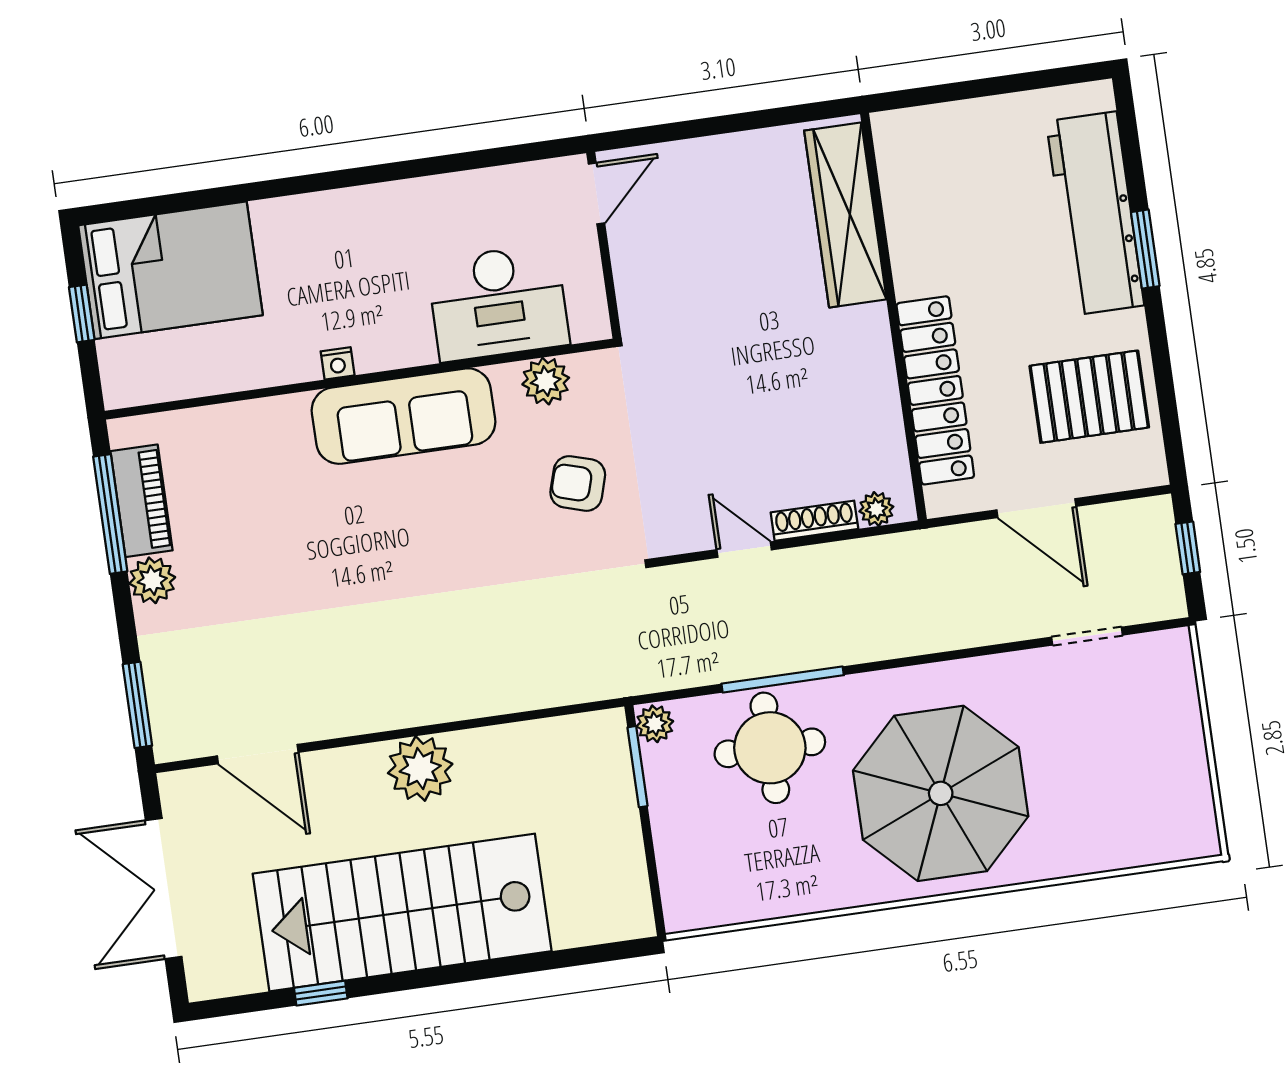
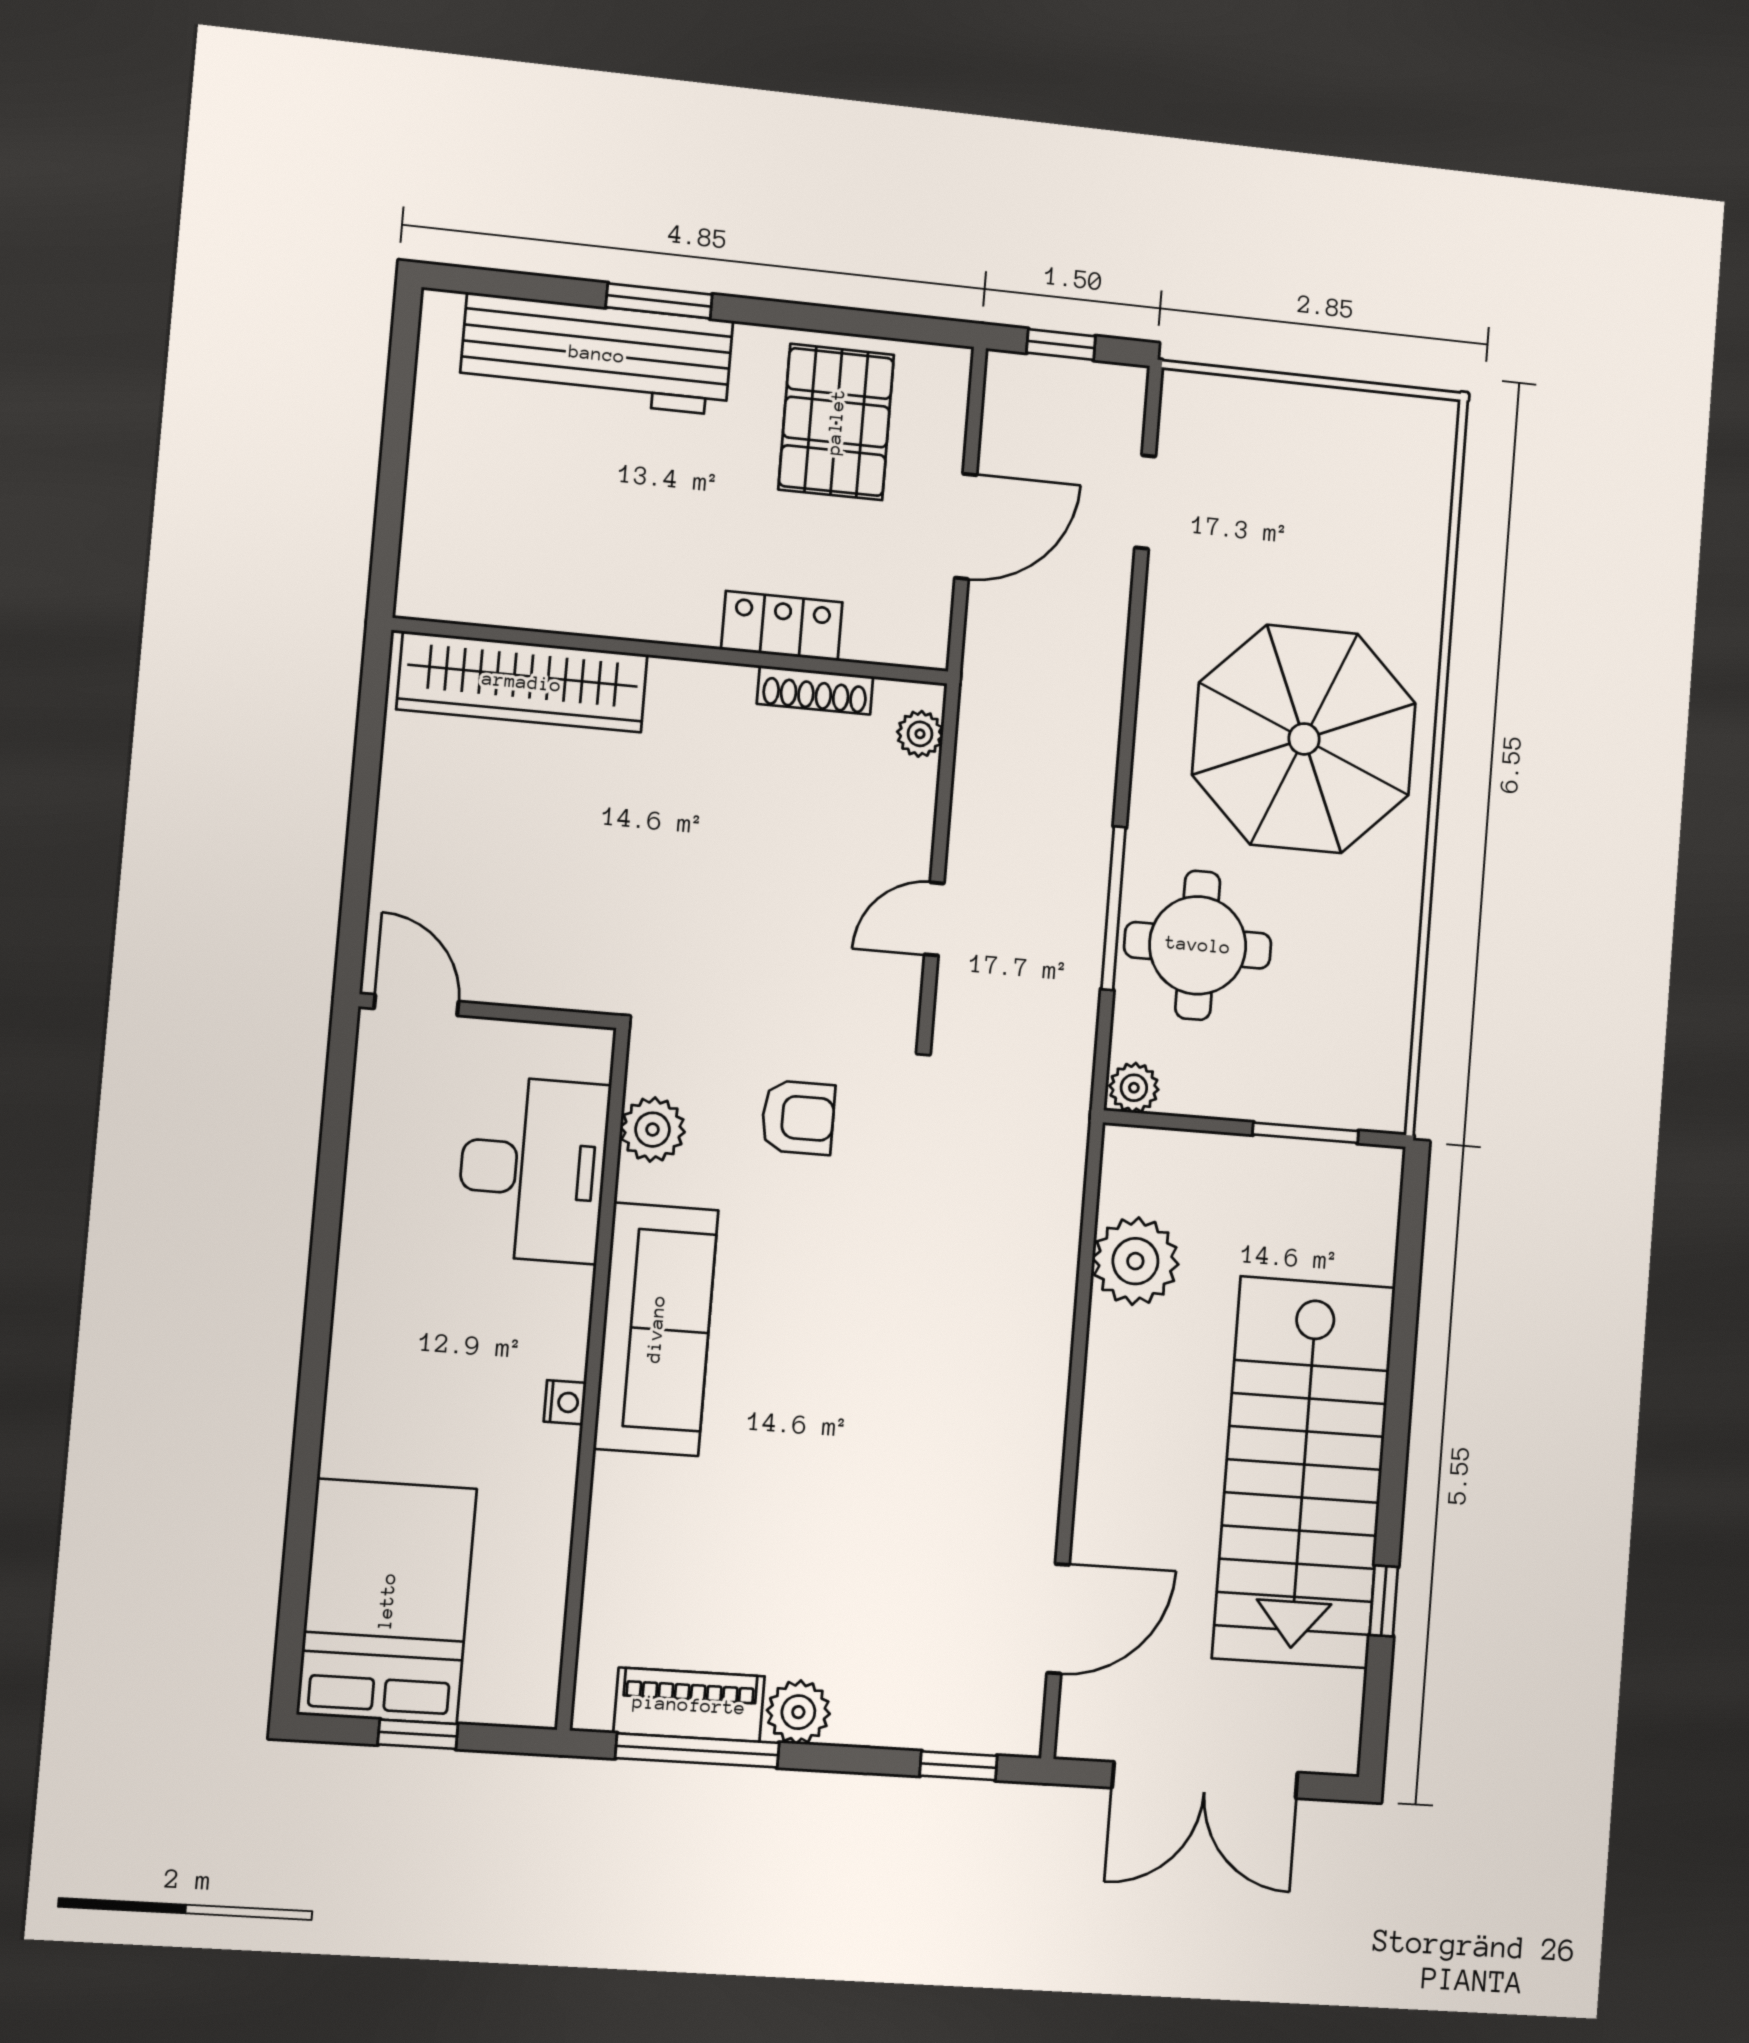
locker: (935, 390) -> (782, 626), width x0.46, depth x0.83
armchair: (578, 483) -> (798, 1118), turned -107
shoe rack: (814, 521) -> (815, 690), moved, turned -90
window: (137, 705) -> (958, 1766), width x0.67
window: (638, 767) -> (1306, 1133), moved
plant: (420, 769) -> (1135, 1261), moved

